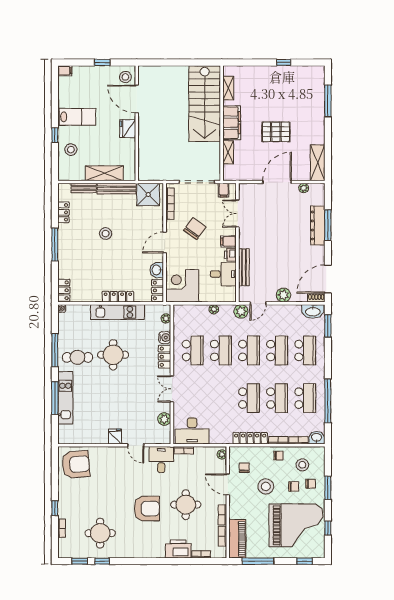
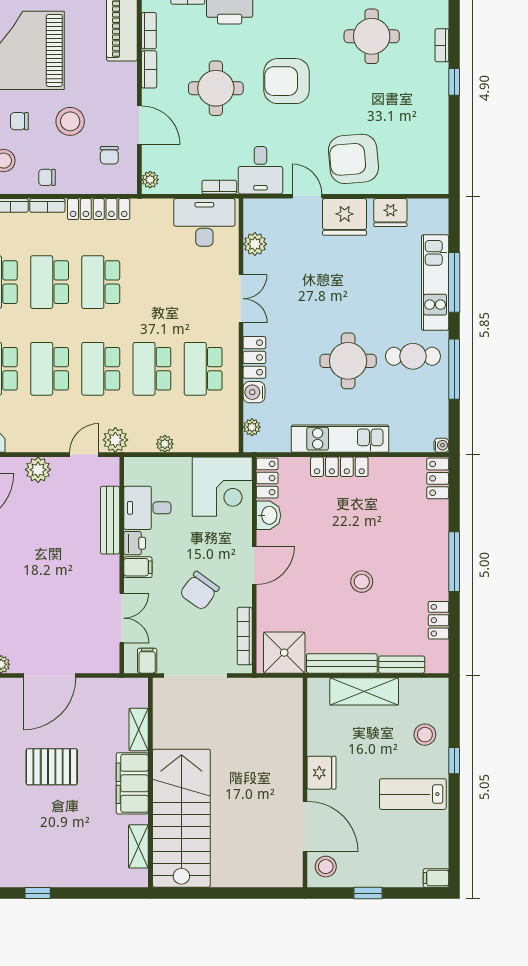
fridge: (90, 436) -> (390, 213), added
fridge: (115, 436) -> (345, 217), width x1.88, depth x1.34
armchair: (76, 464) -> (353, 159), moved

